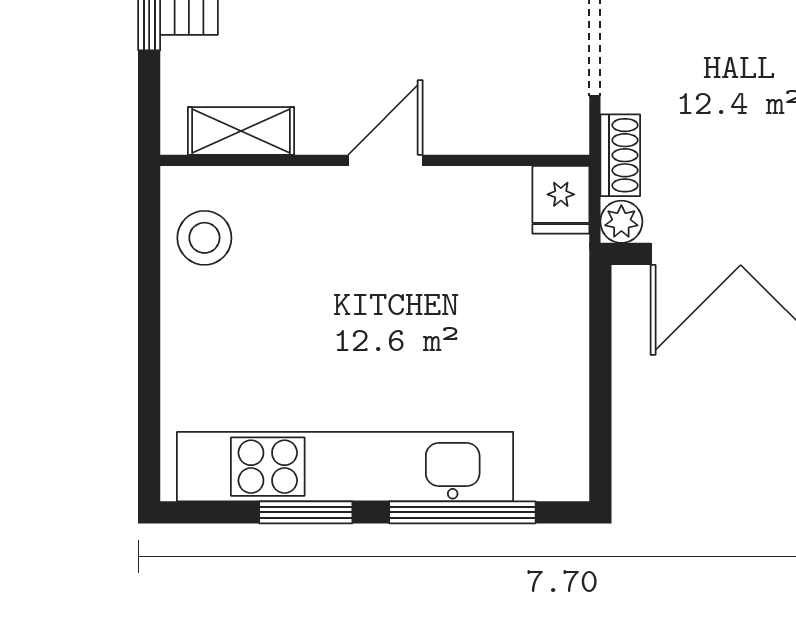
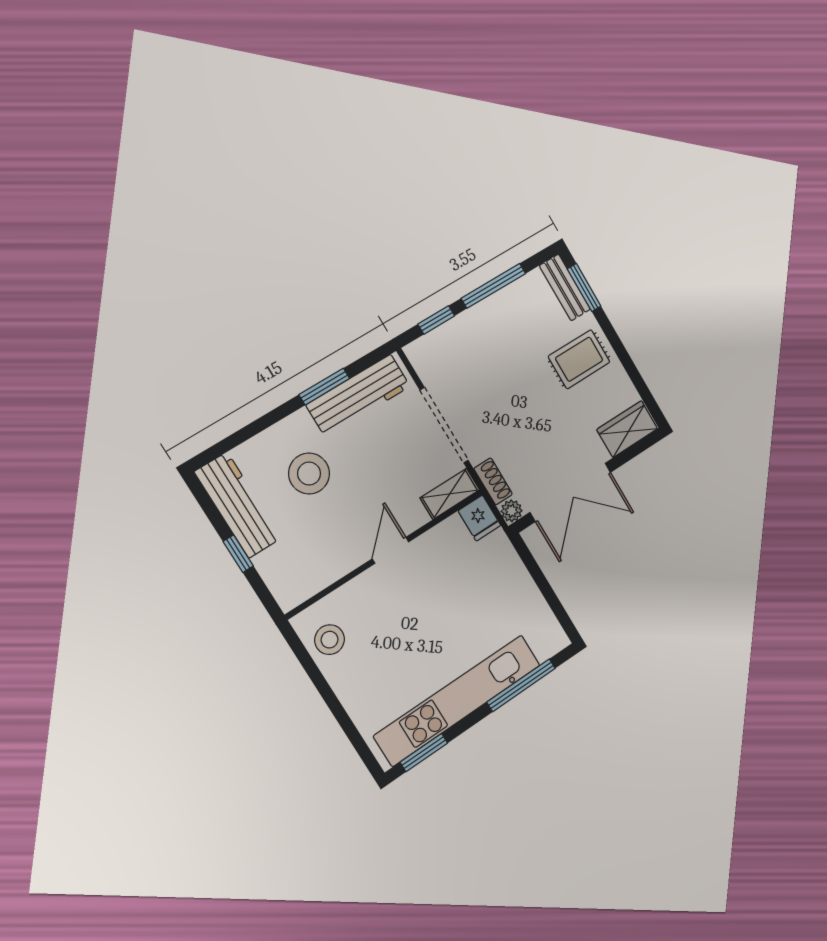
shelving: (241, 131) -> (450, 494), moved
window: (306, 512) -> (424, 753), moved

